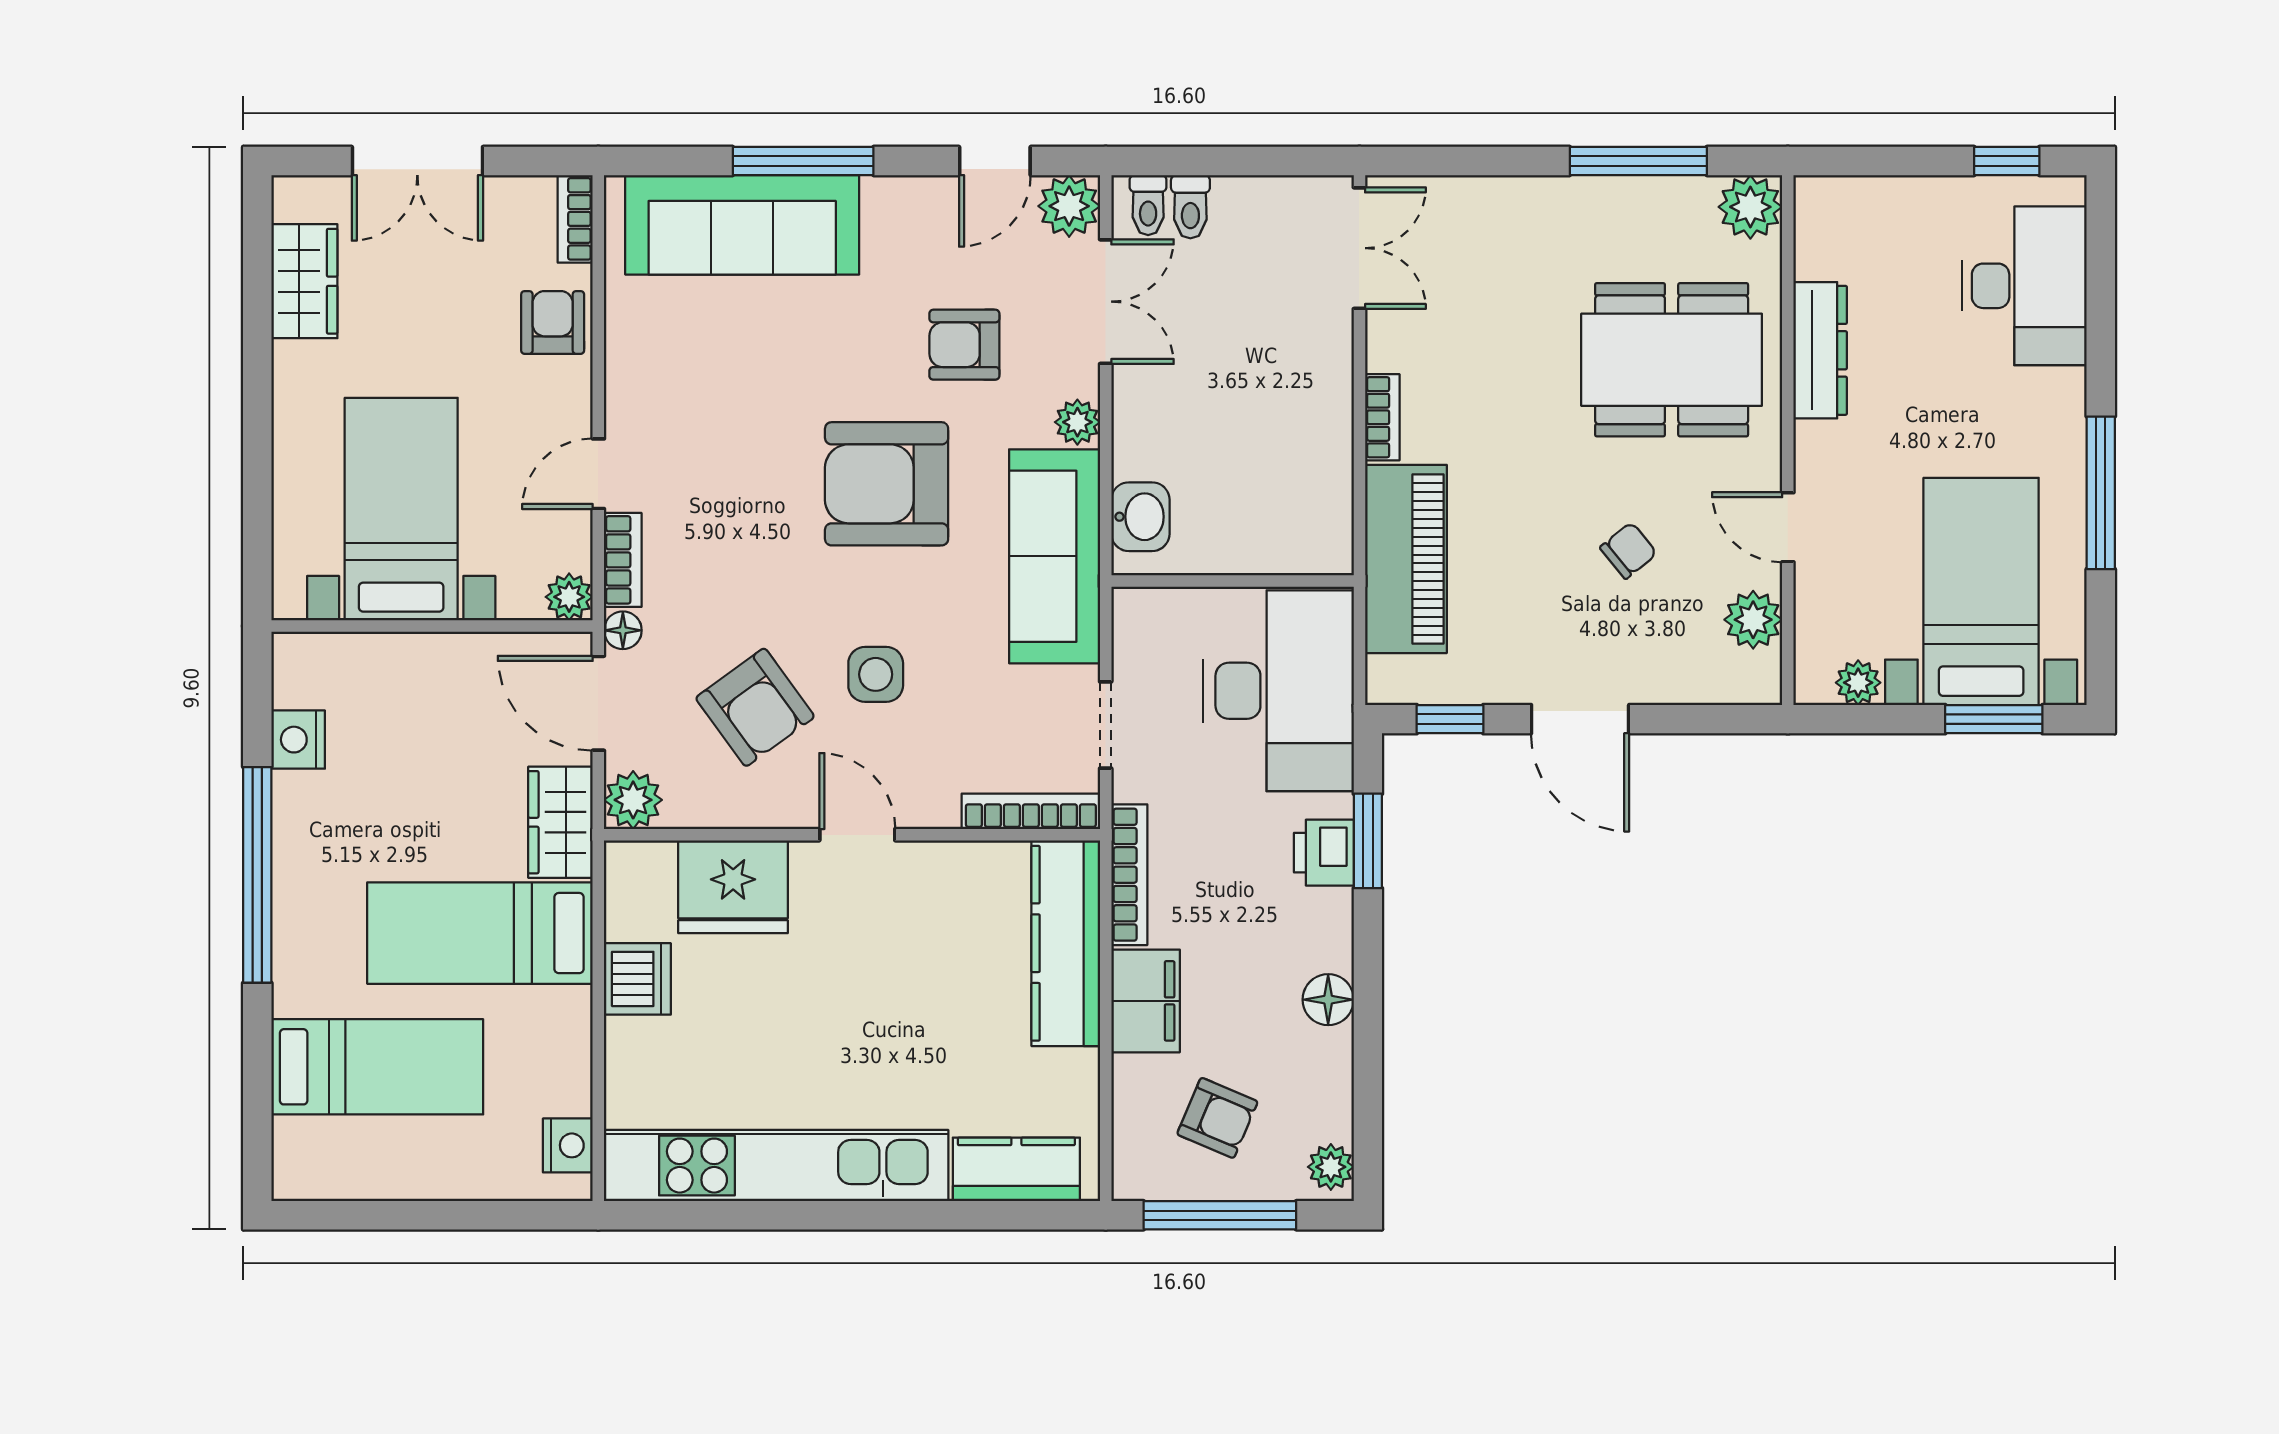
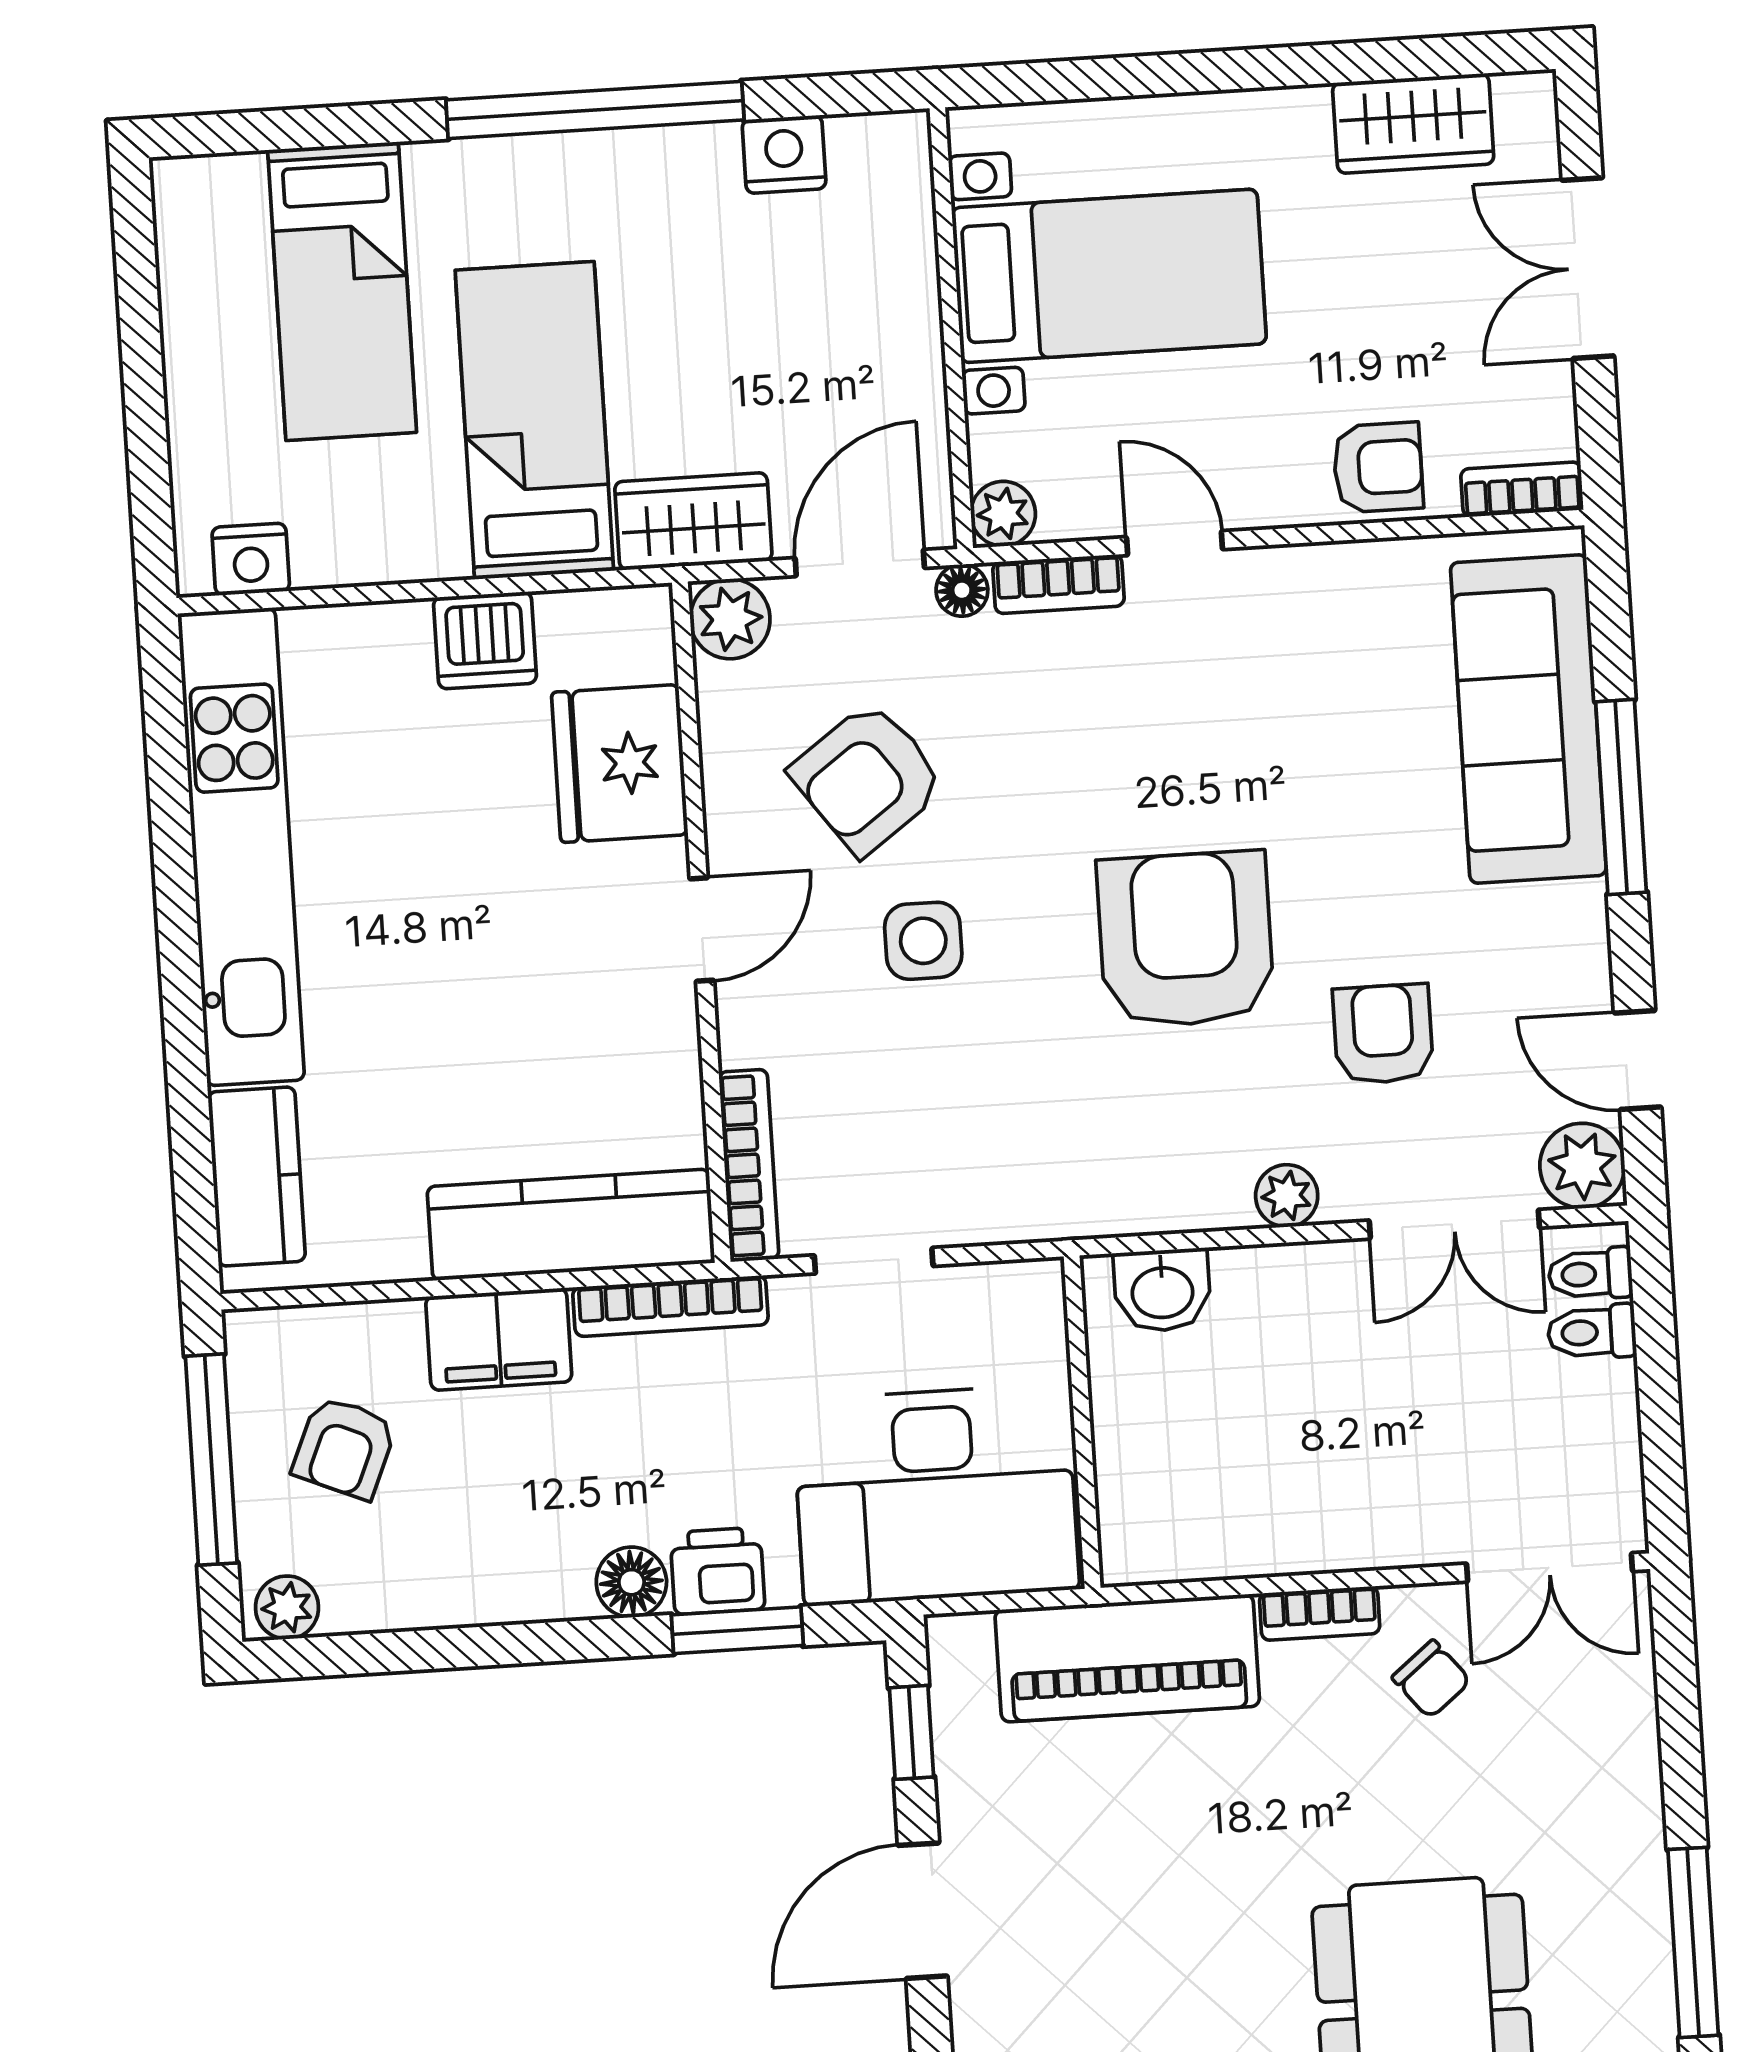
chair: (1628, 551) -> (1431, 1679), moved
sofa: (1055, 556) -> (1101, 1176), removed
floor lamp: (1328, 1000) -> (631, 1582), moved

